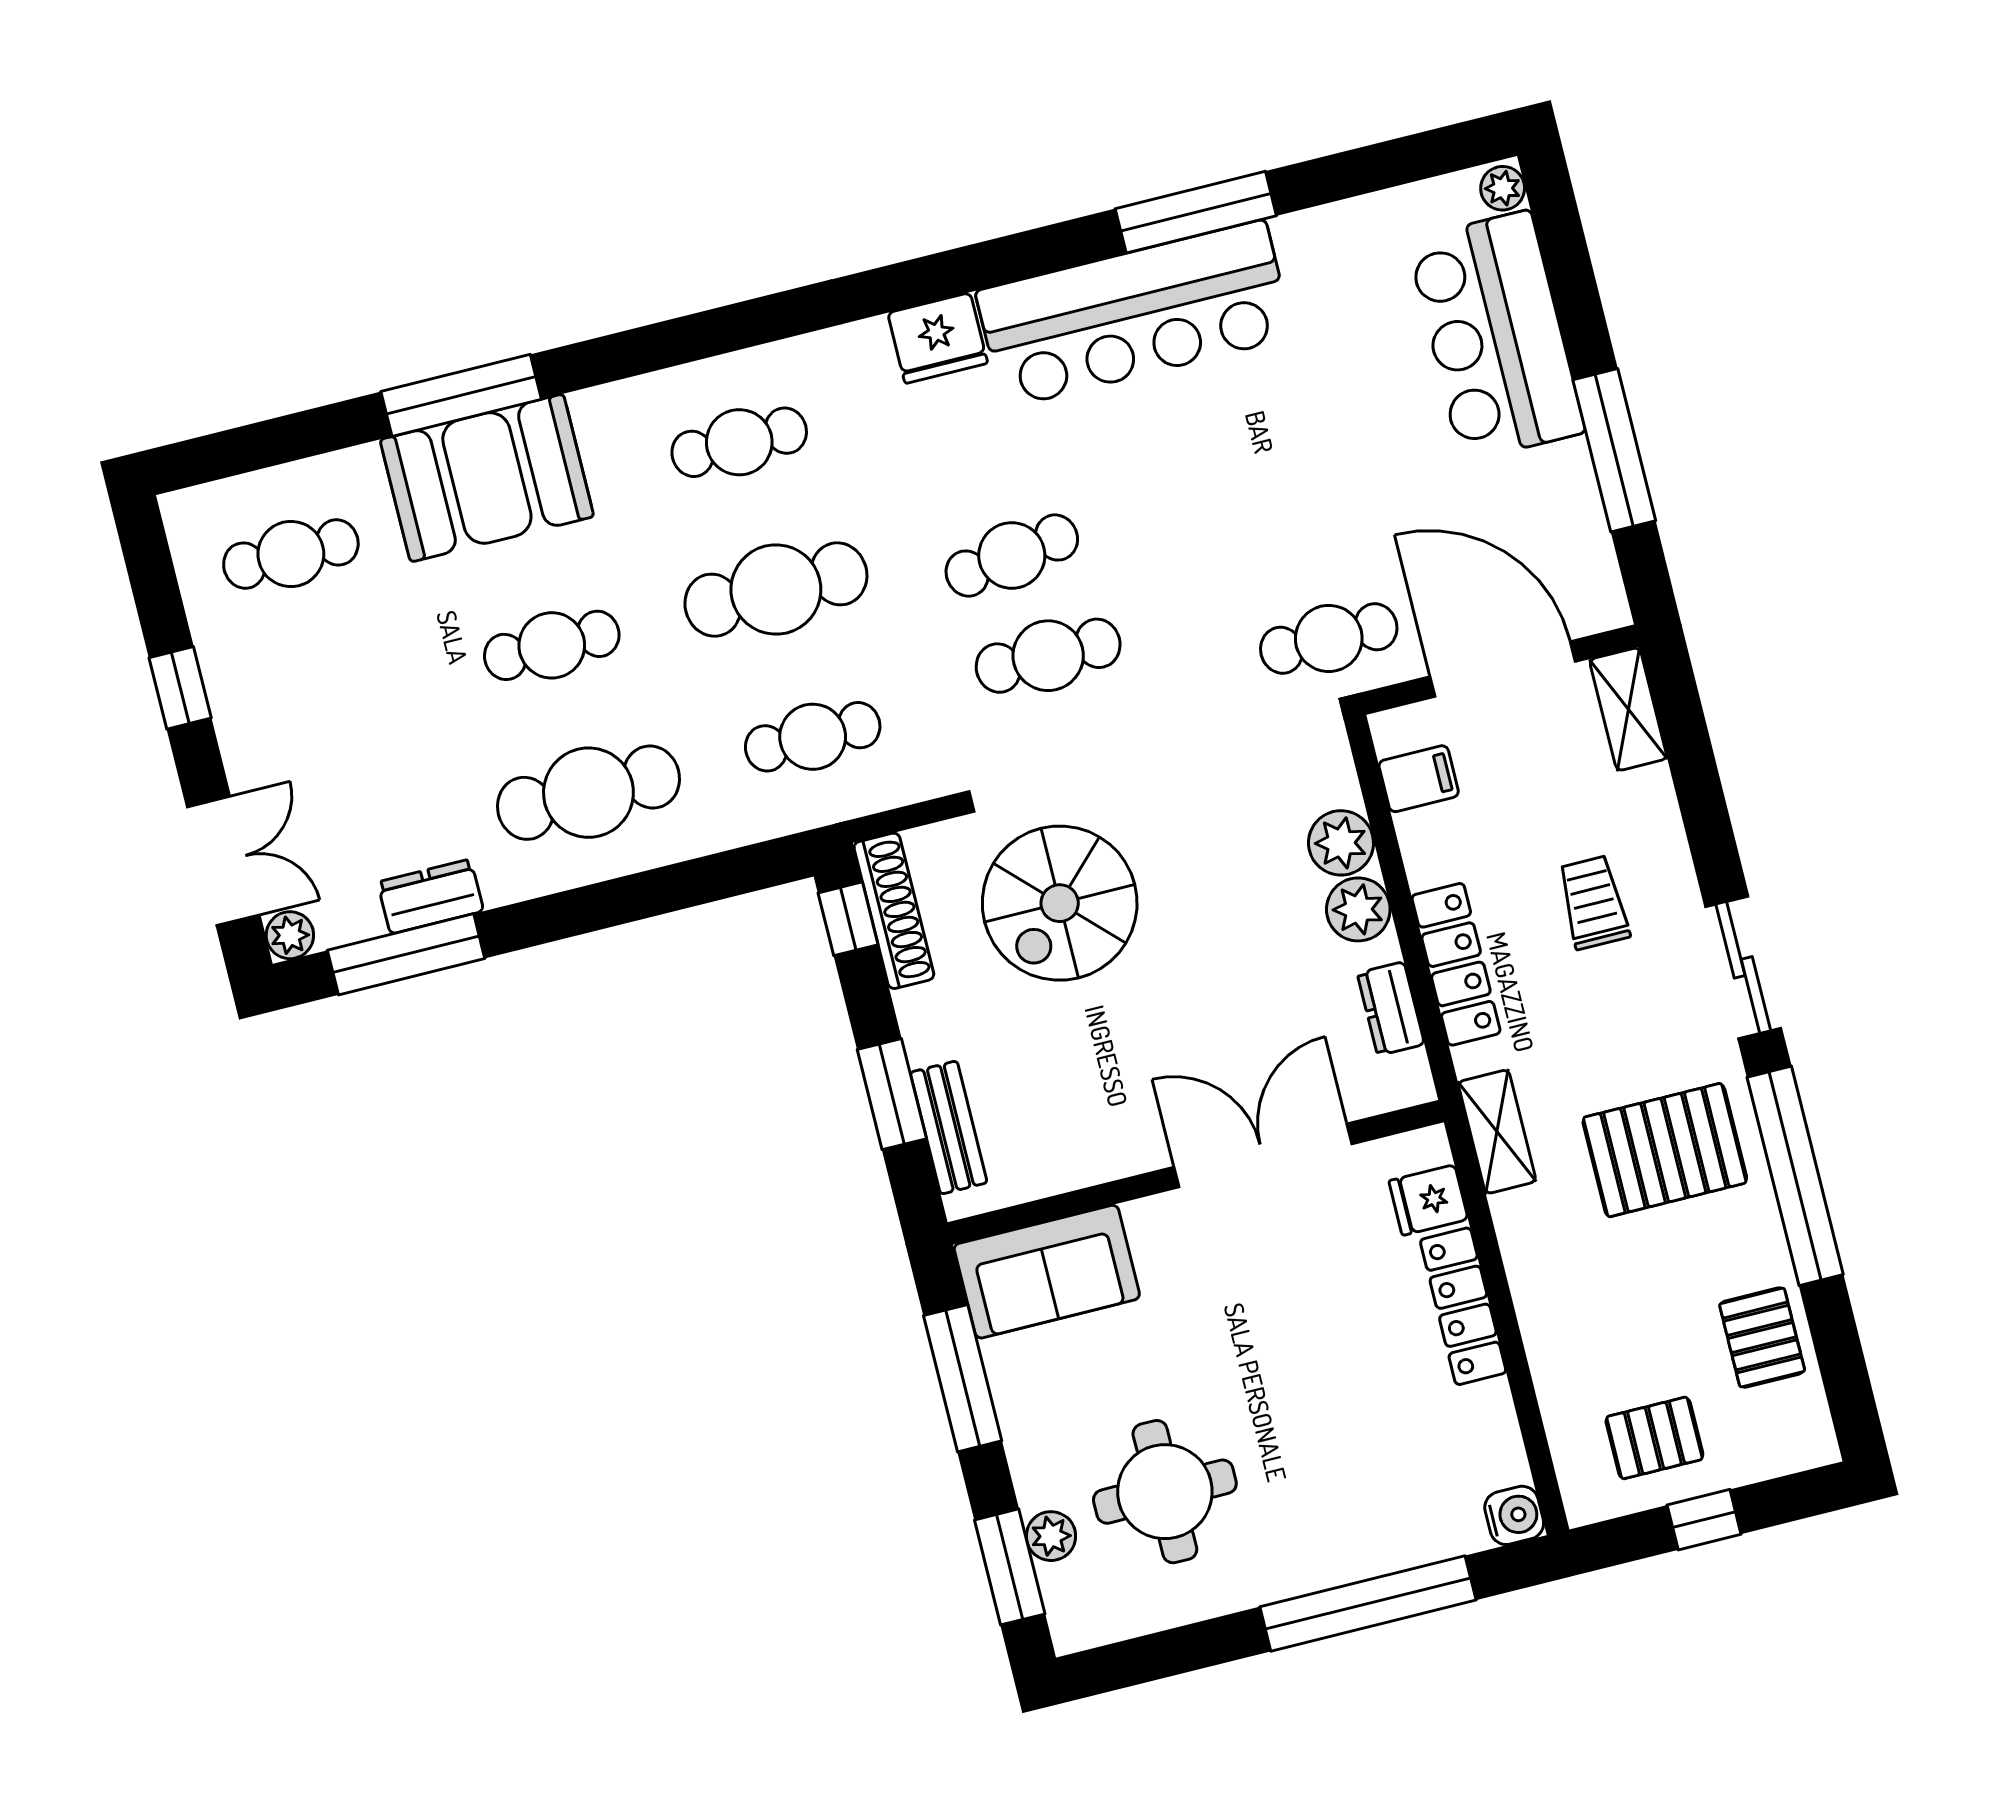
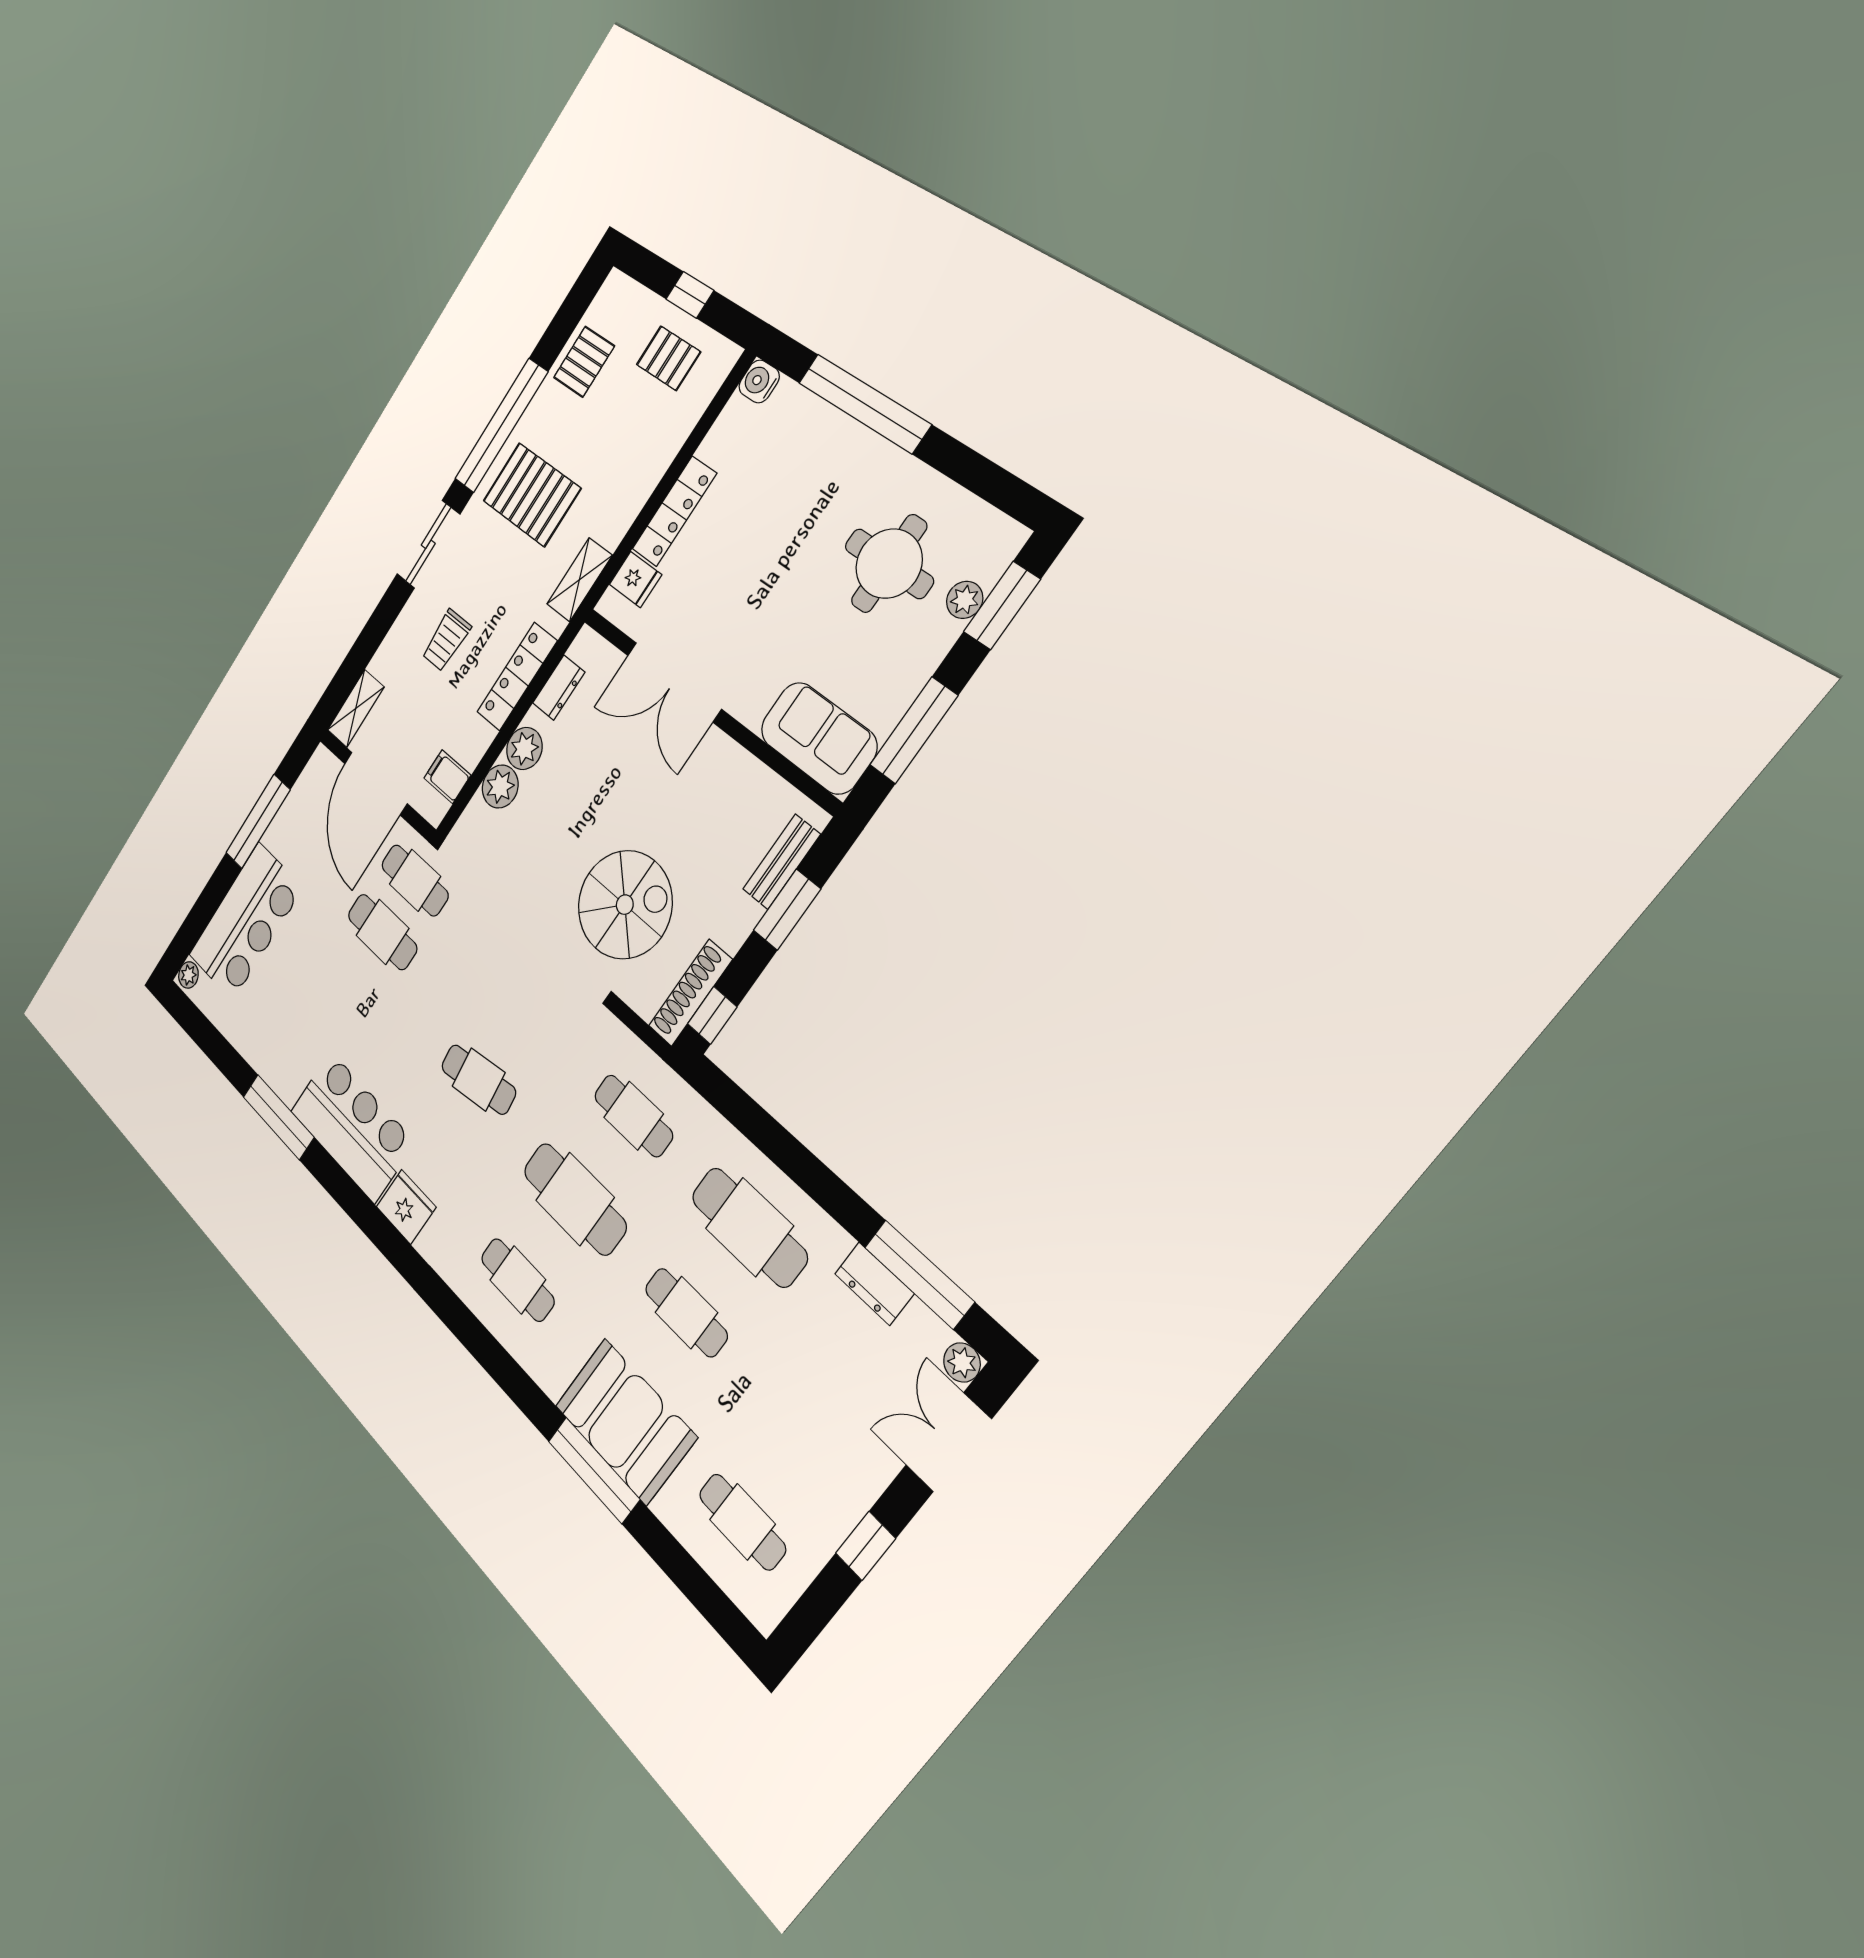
bar counter: (1135, 314) -> (352, 1127), width x0.73
cafe table: (1048, 656) -> (382, 932), moved

